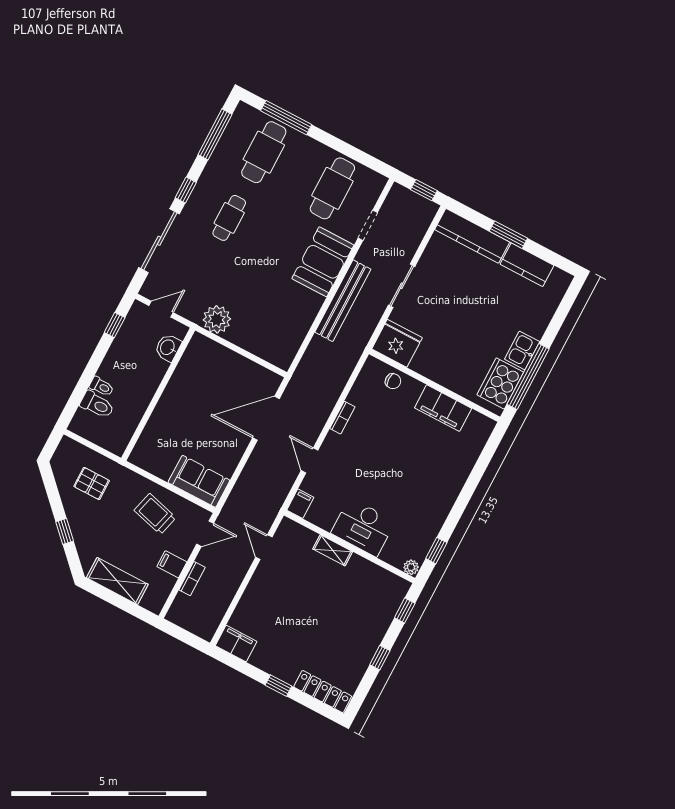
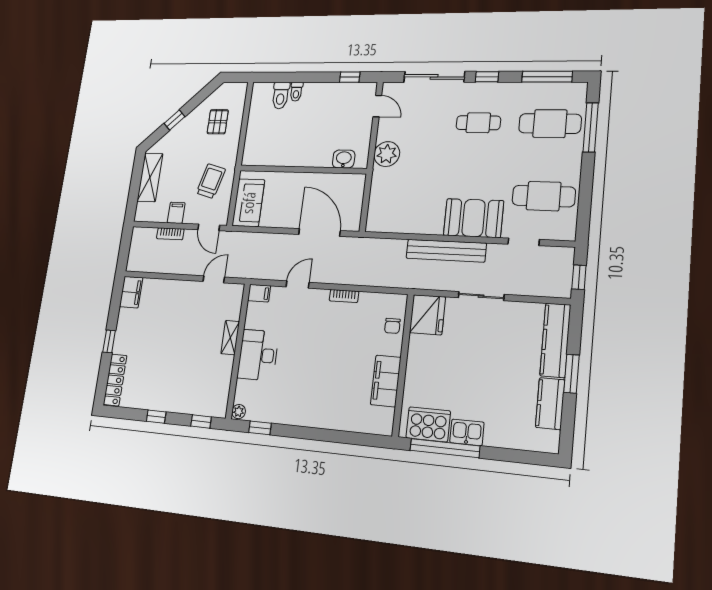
washbasin: (168, 348) -> (344, 159), moved
wall: (158, 394) -> (302, 170), moved

